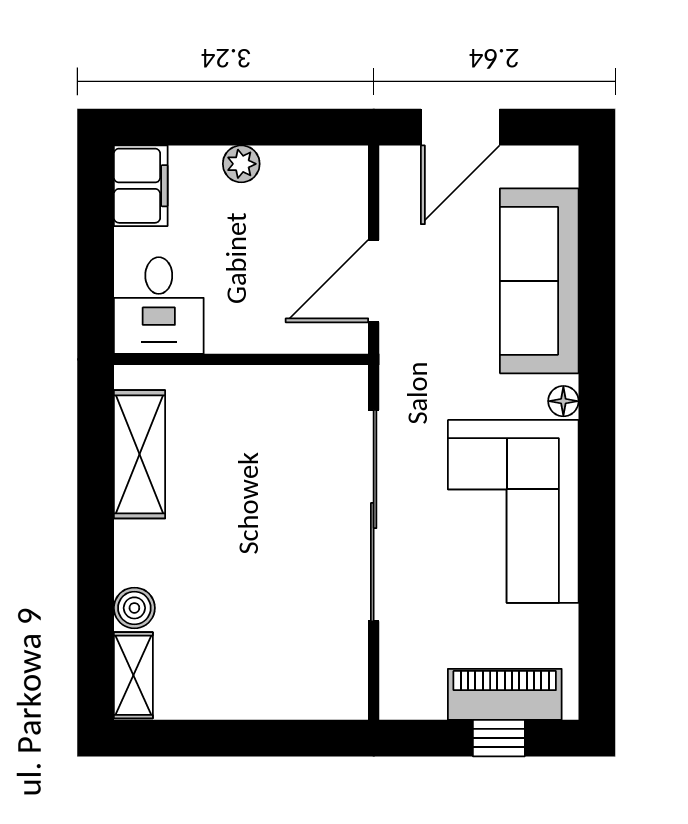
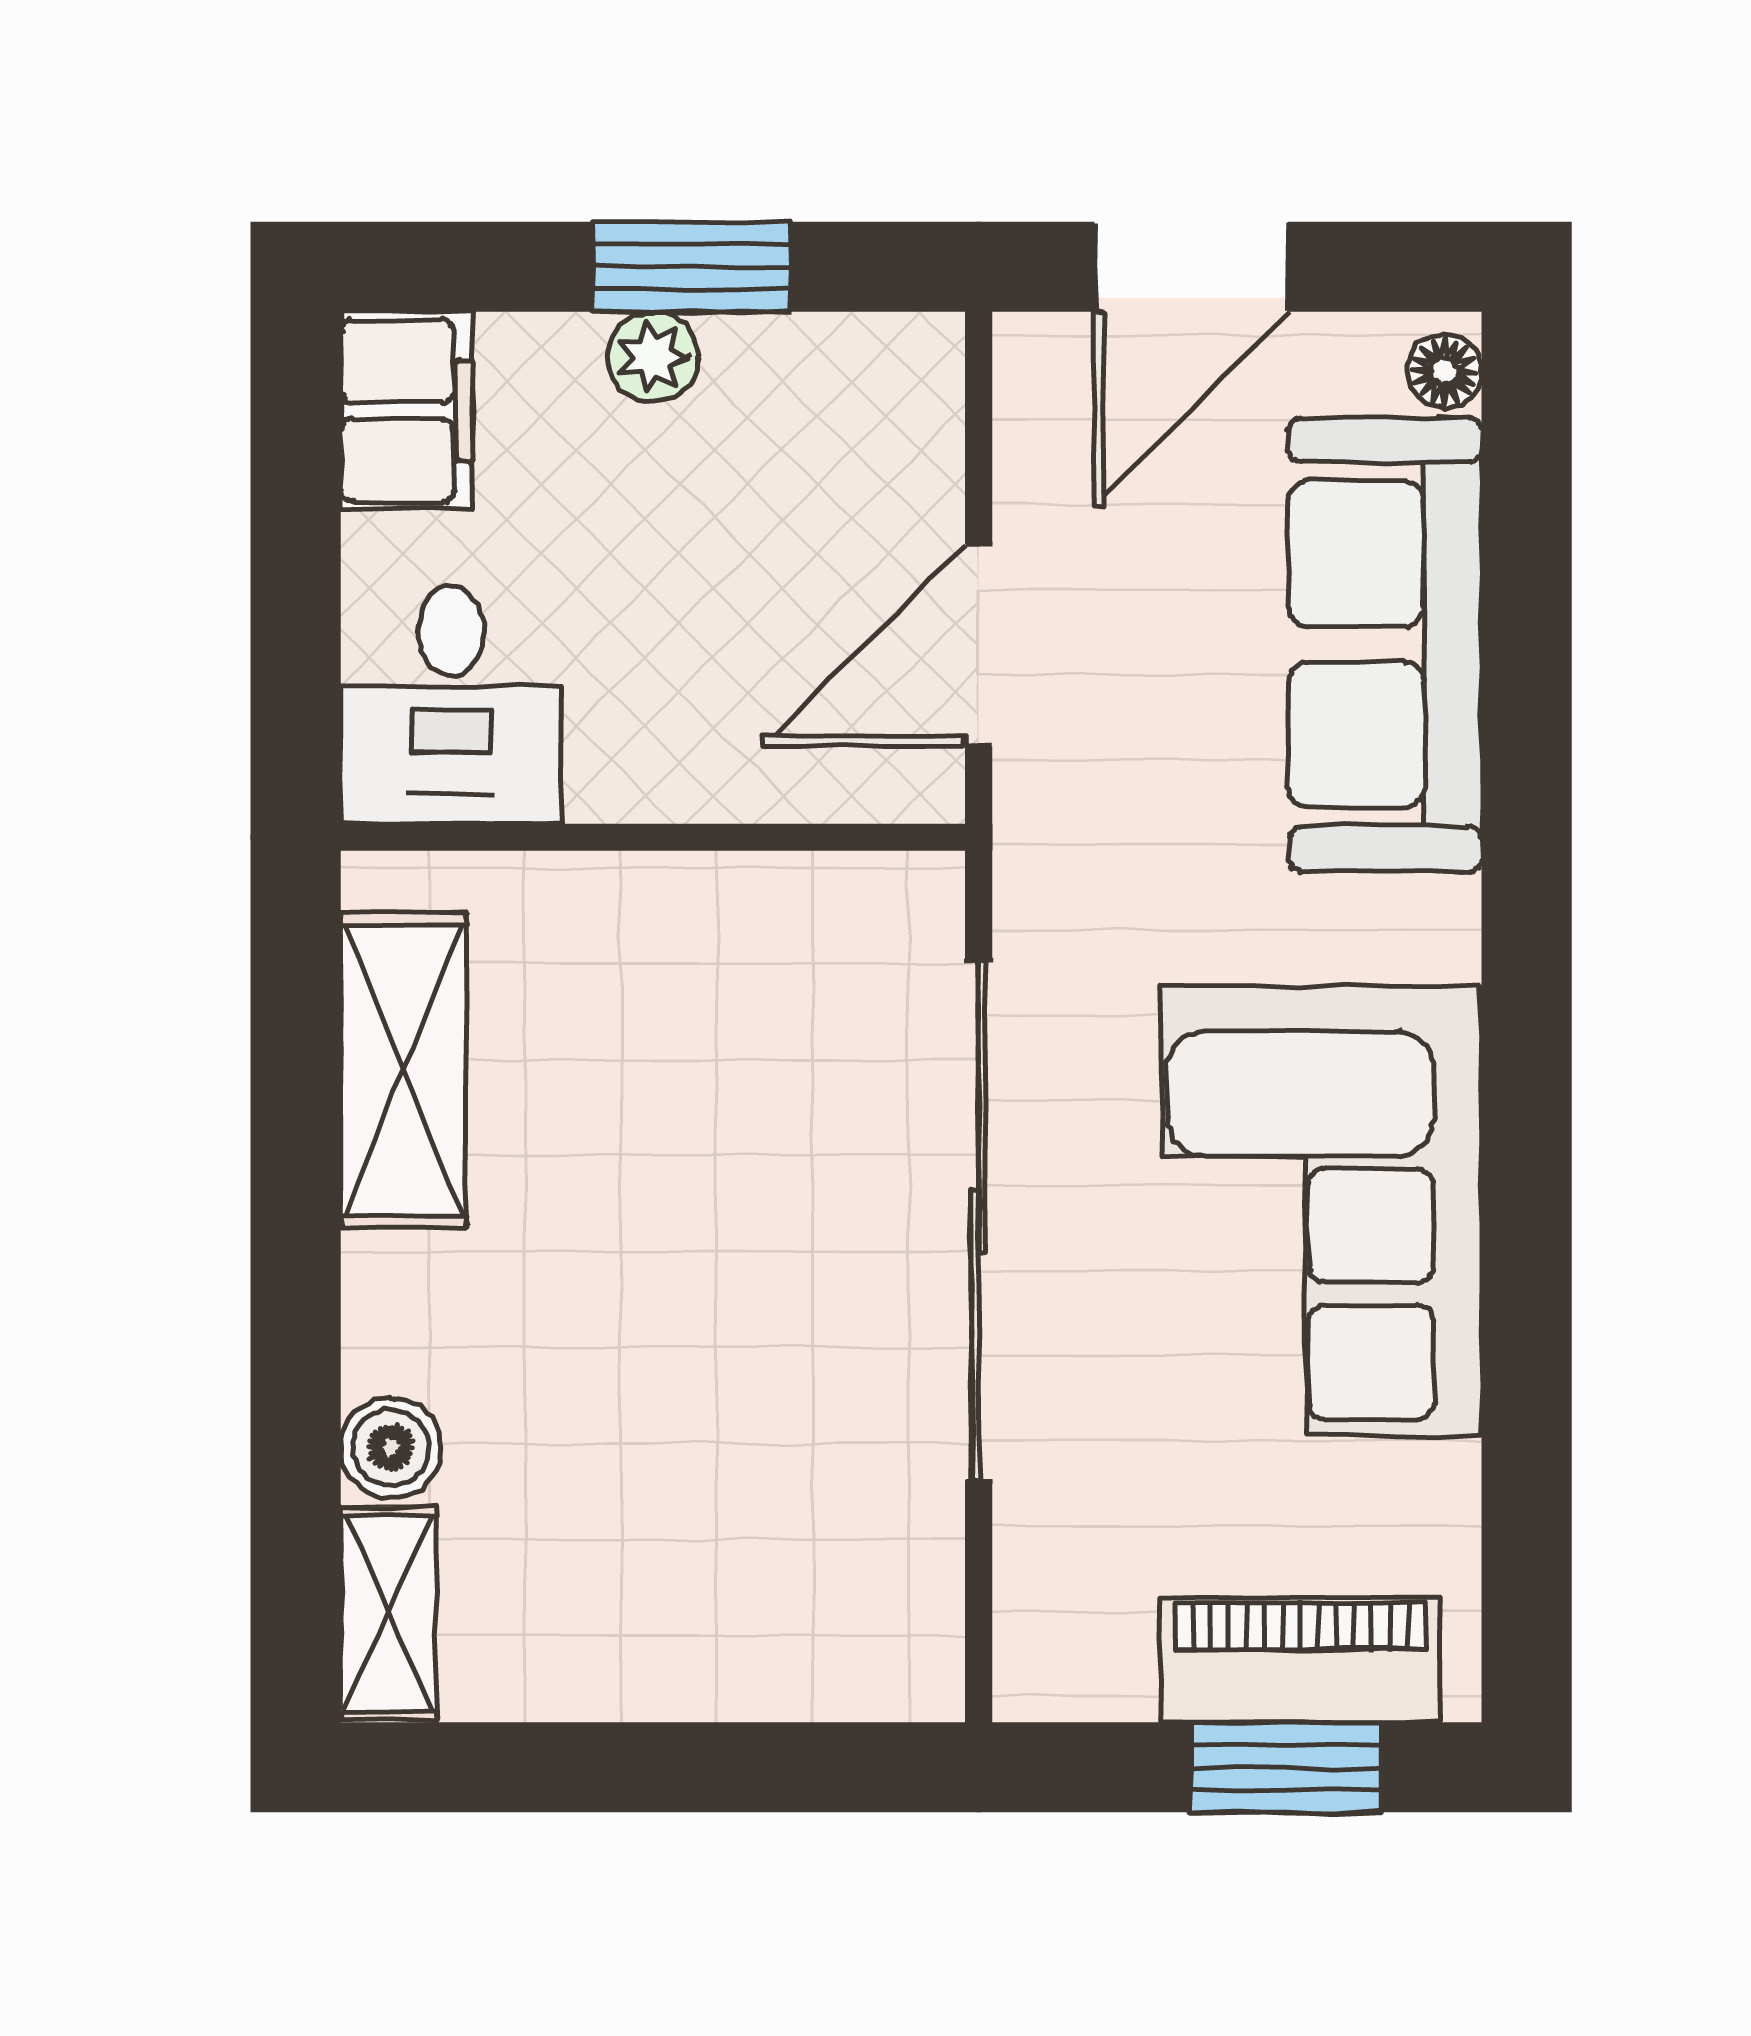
window: (257, 127) -> (691, 267), added
floor lamp: (563, 401) -> (1444, 371), moved
window: (499, 738) -> (1286, 1767), width x1.50

